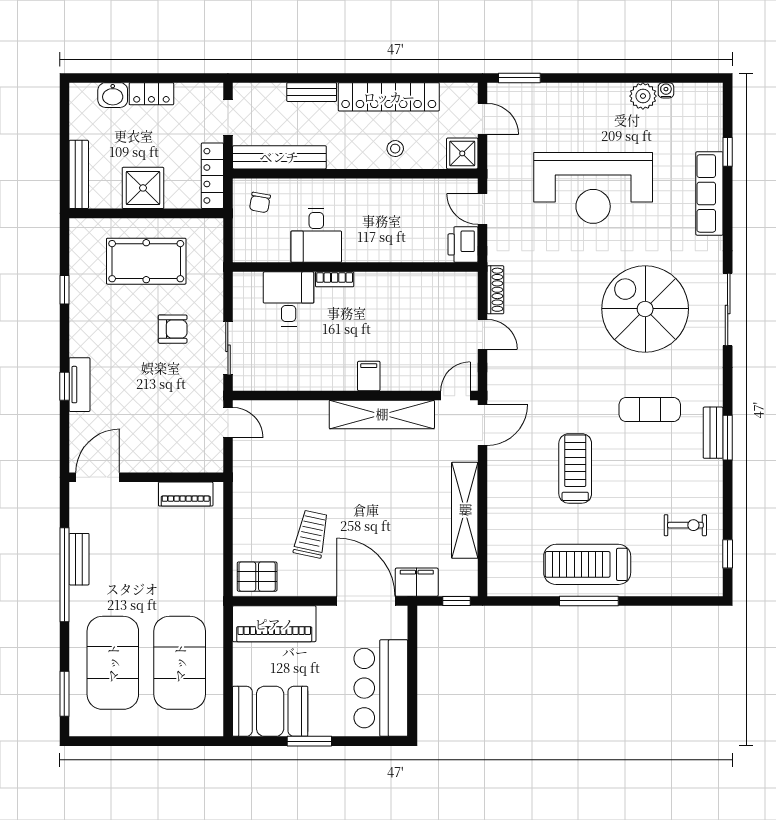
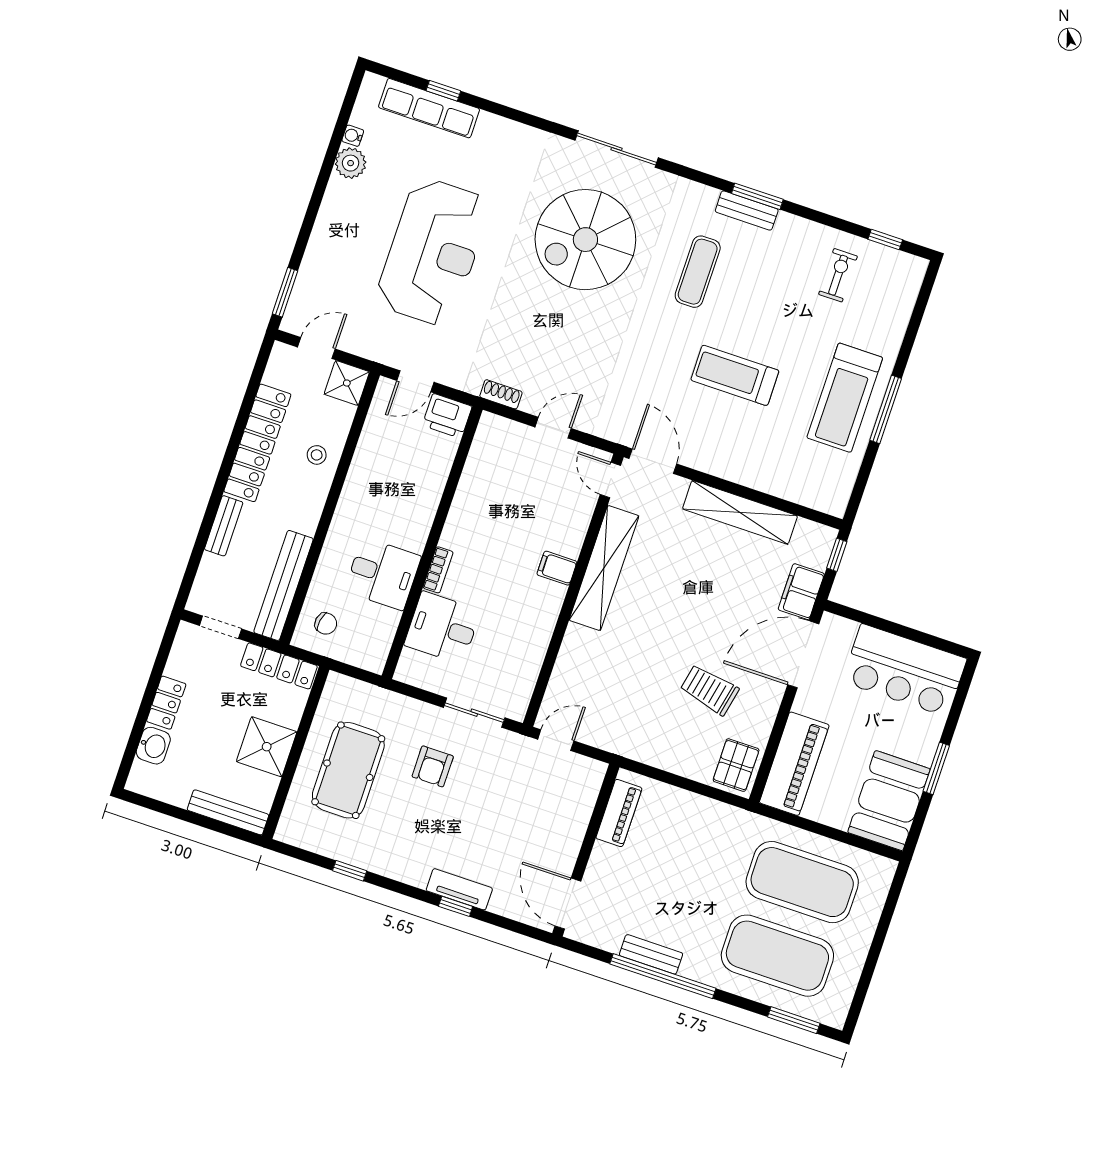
row of seats: (709, 193) -> (429, 108), moved
shoe rack: (495, 290) -> (501, 394), width x0.70
armchair: (173, 329) -> (433, 766), turned 180

